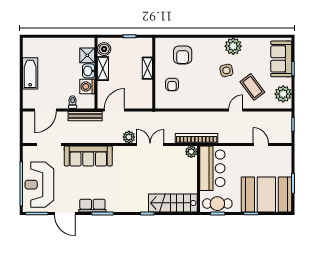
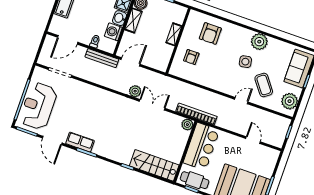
sofa: (88, 156) -> (92, 95), removed

